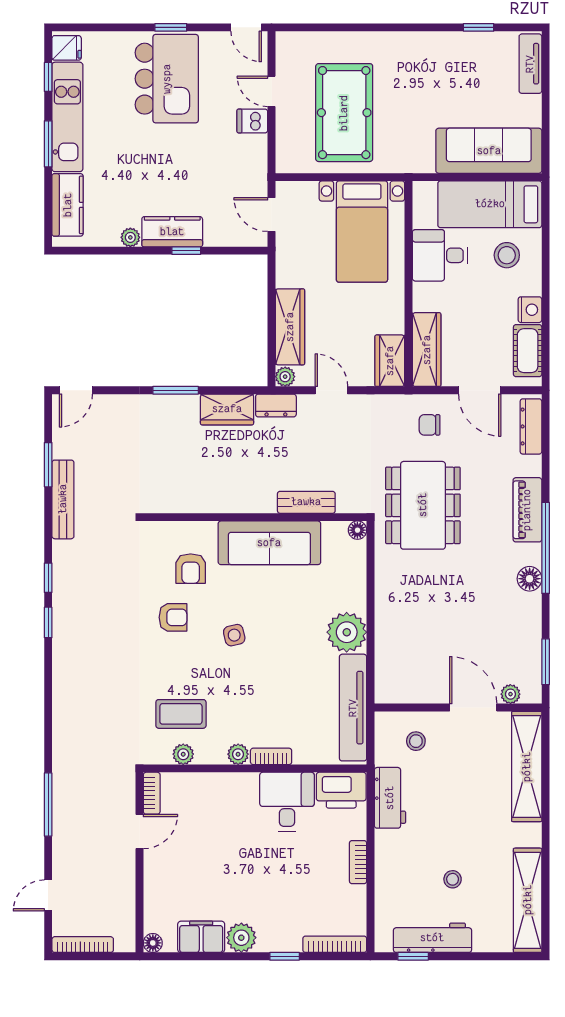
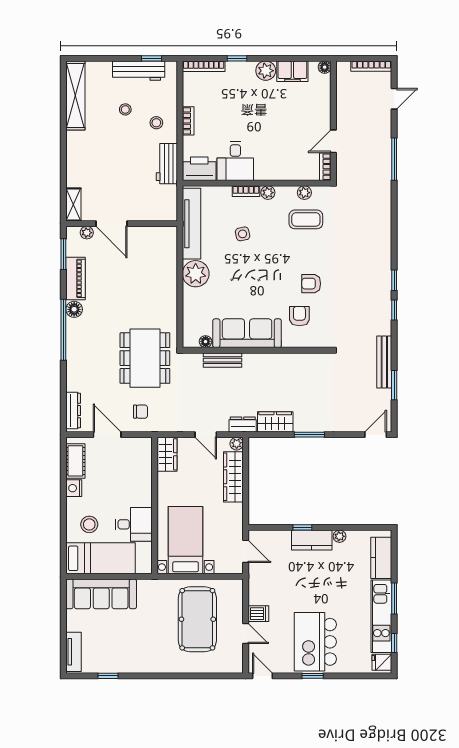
wardrobe: (427, 350) -> (143, 462), removed
piano: (527, 510) -> (75, 278), moved
floor lamp: (357, 530) -> (206, 342), moved
side table: (234, 635) -> (243, 234), moved
stool: (416, 741) -> (156, 123), moved
shelving: (527, 767) -> (73, 204), width x0.45, depth x0.75

